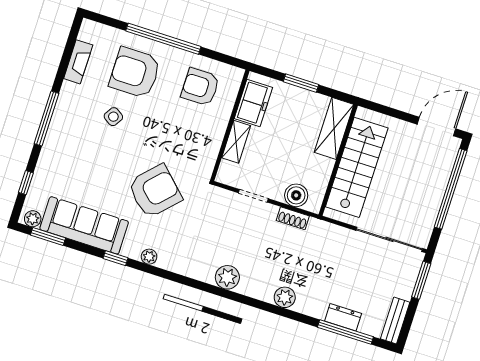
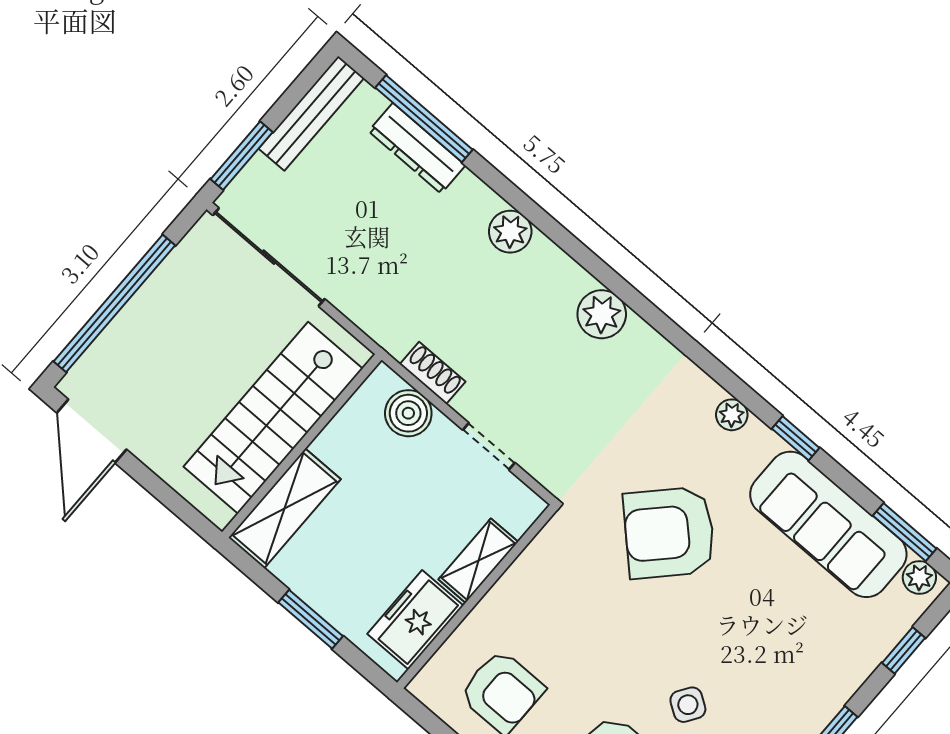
door: (436, 127) -> (92, 431), hinge flipped
dresser: (343, 317) -> (417, 148), width x1.44
bench: (395, 320) -> (311, 113), width x1.36

